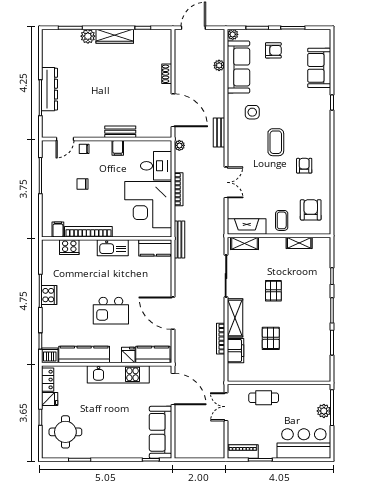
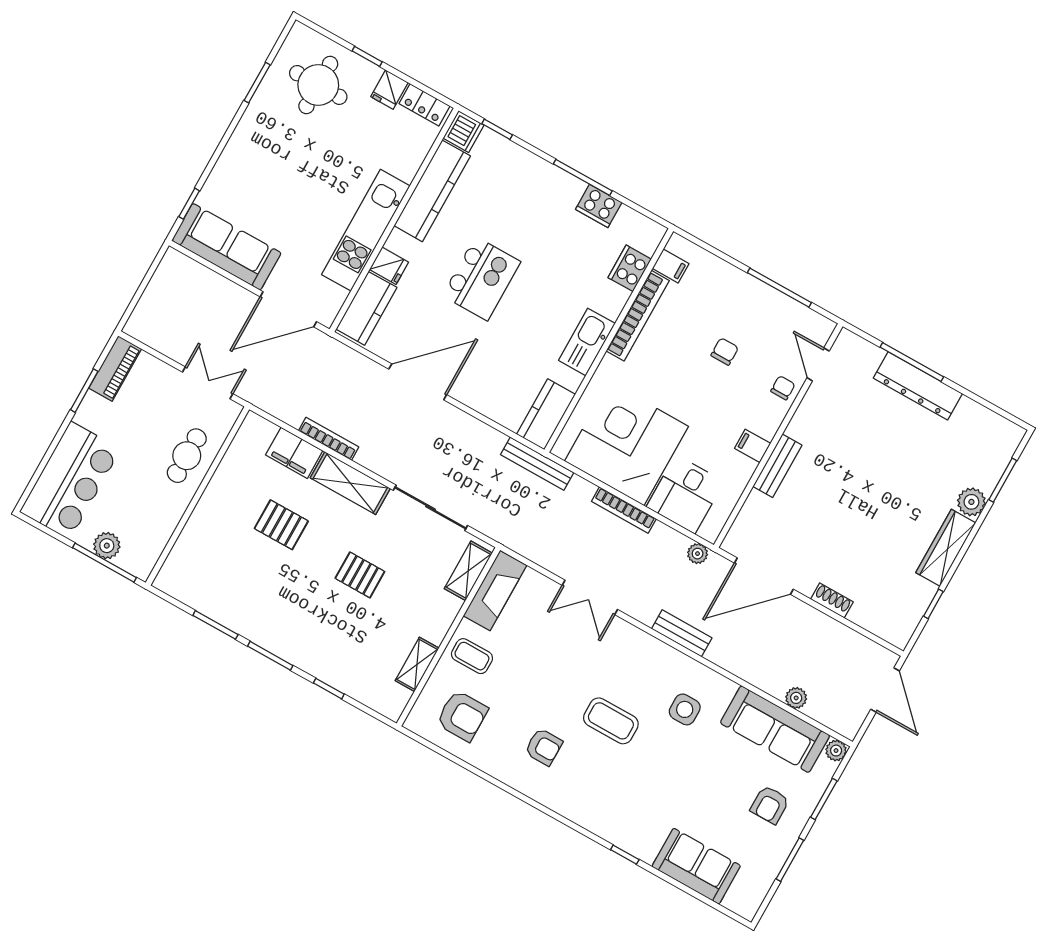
cooker: (49, 295) -> (599, 206), moved
kitchen island: (111, 311) -> (481, 279), turned 180

